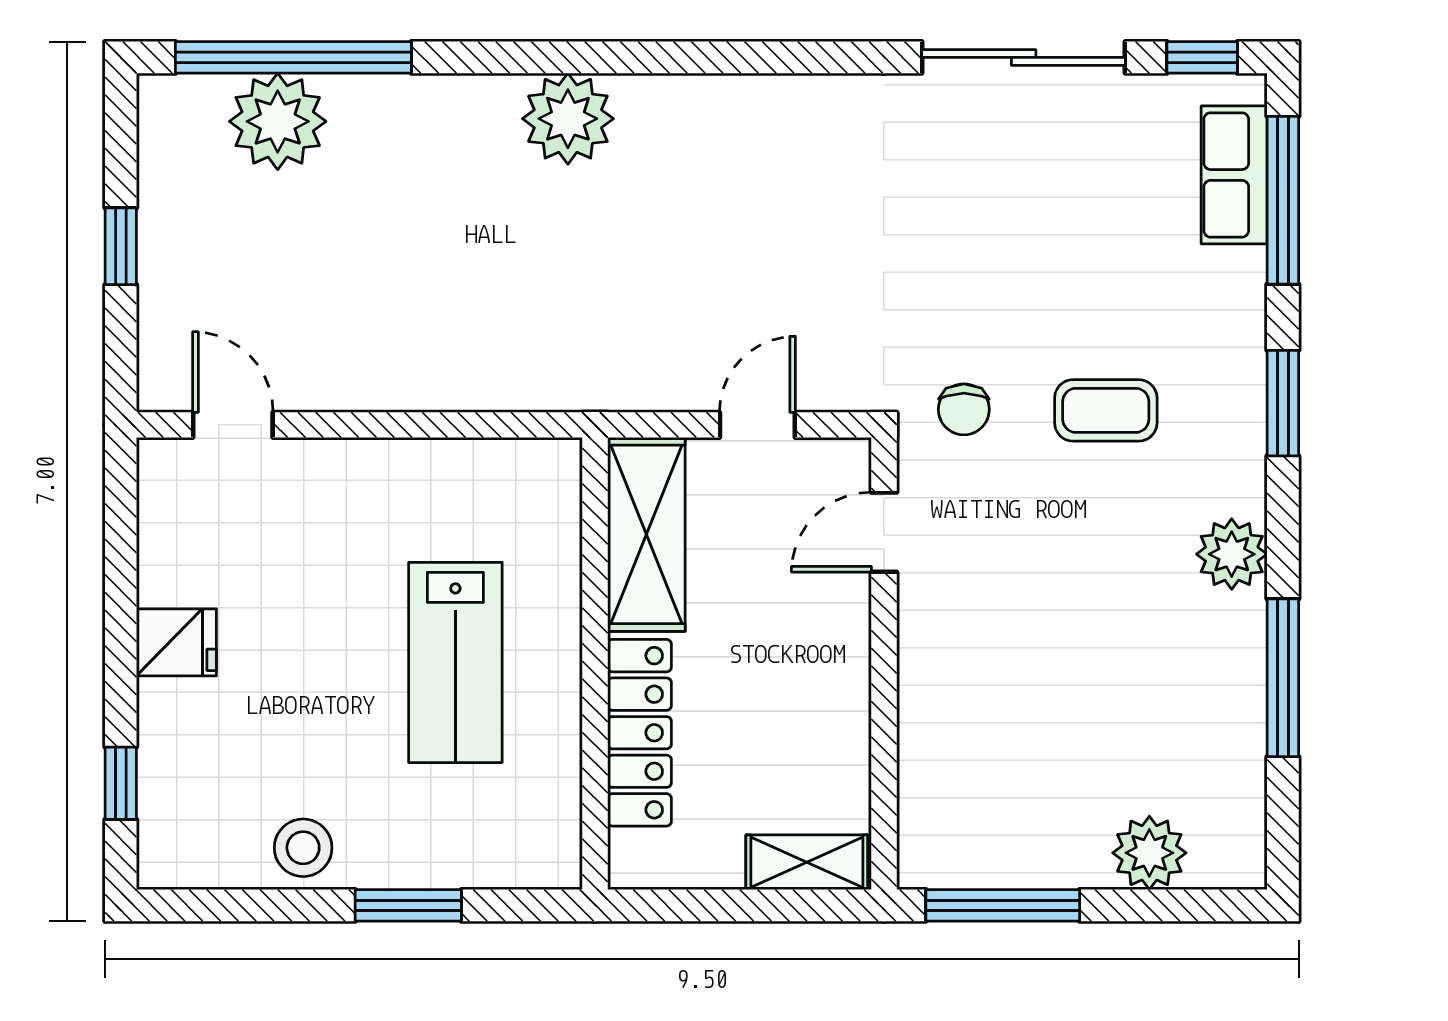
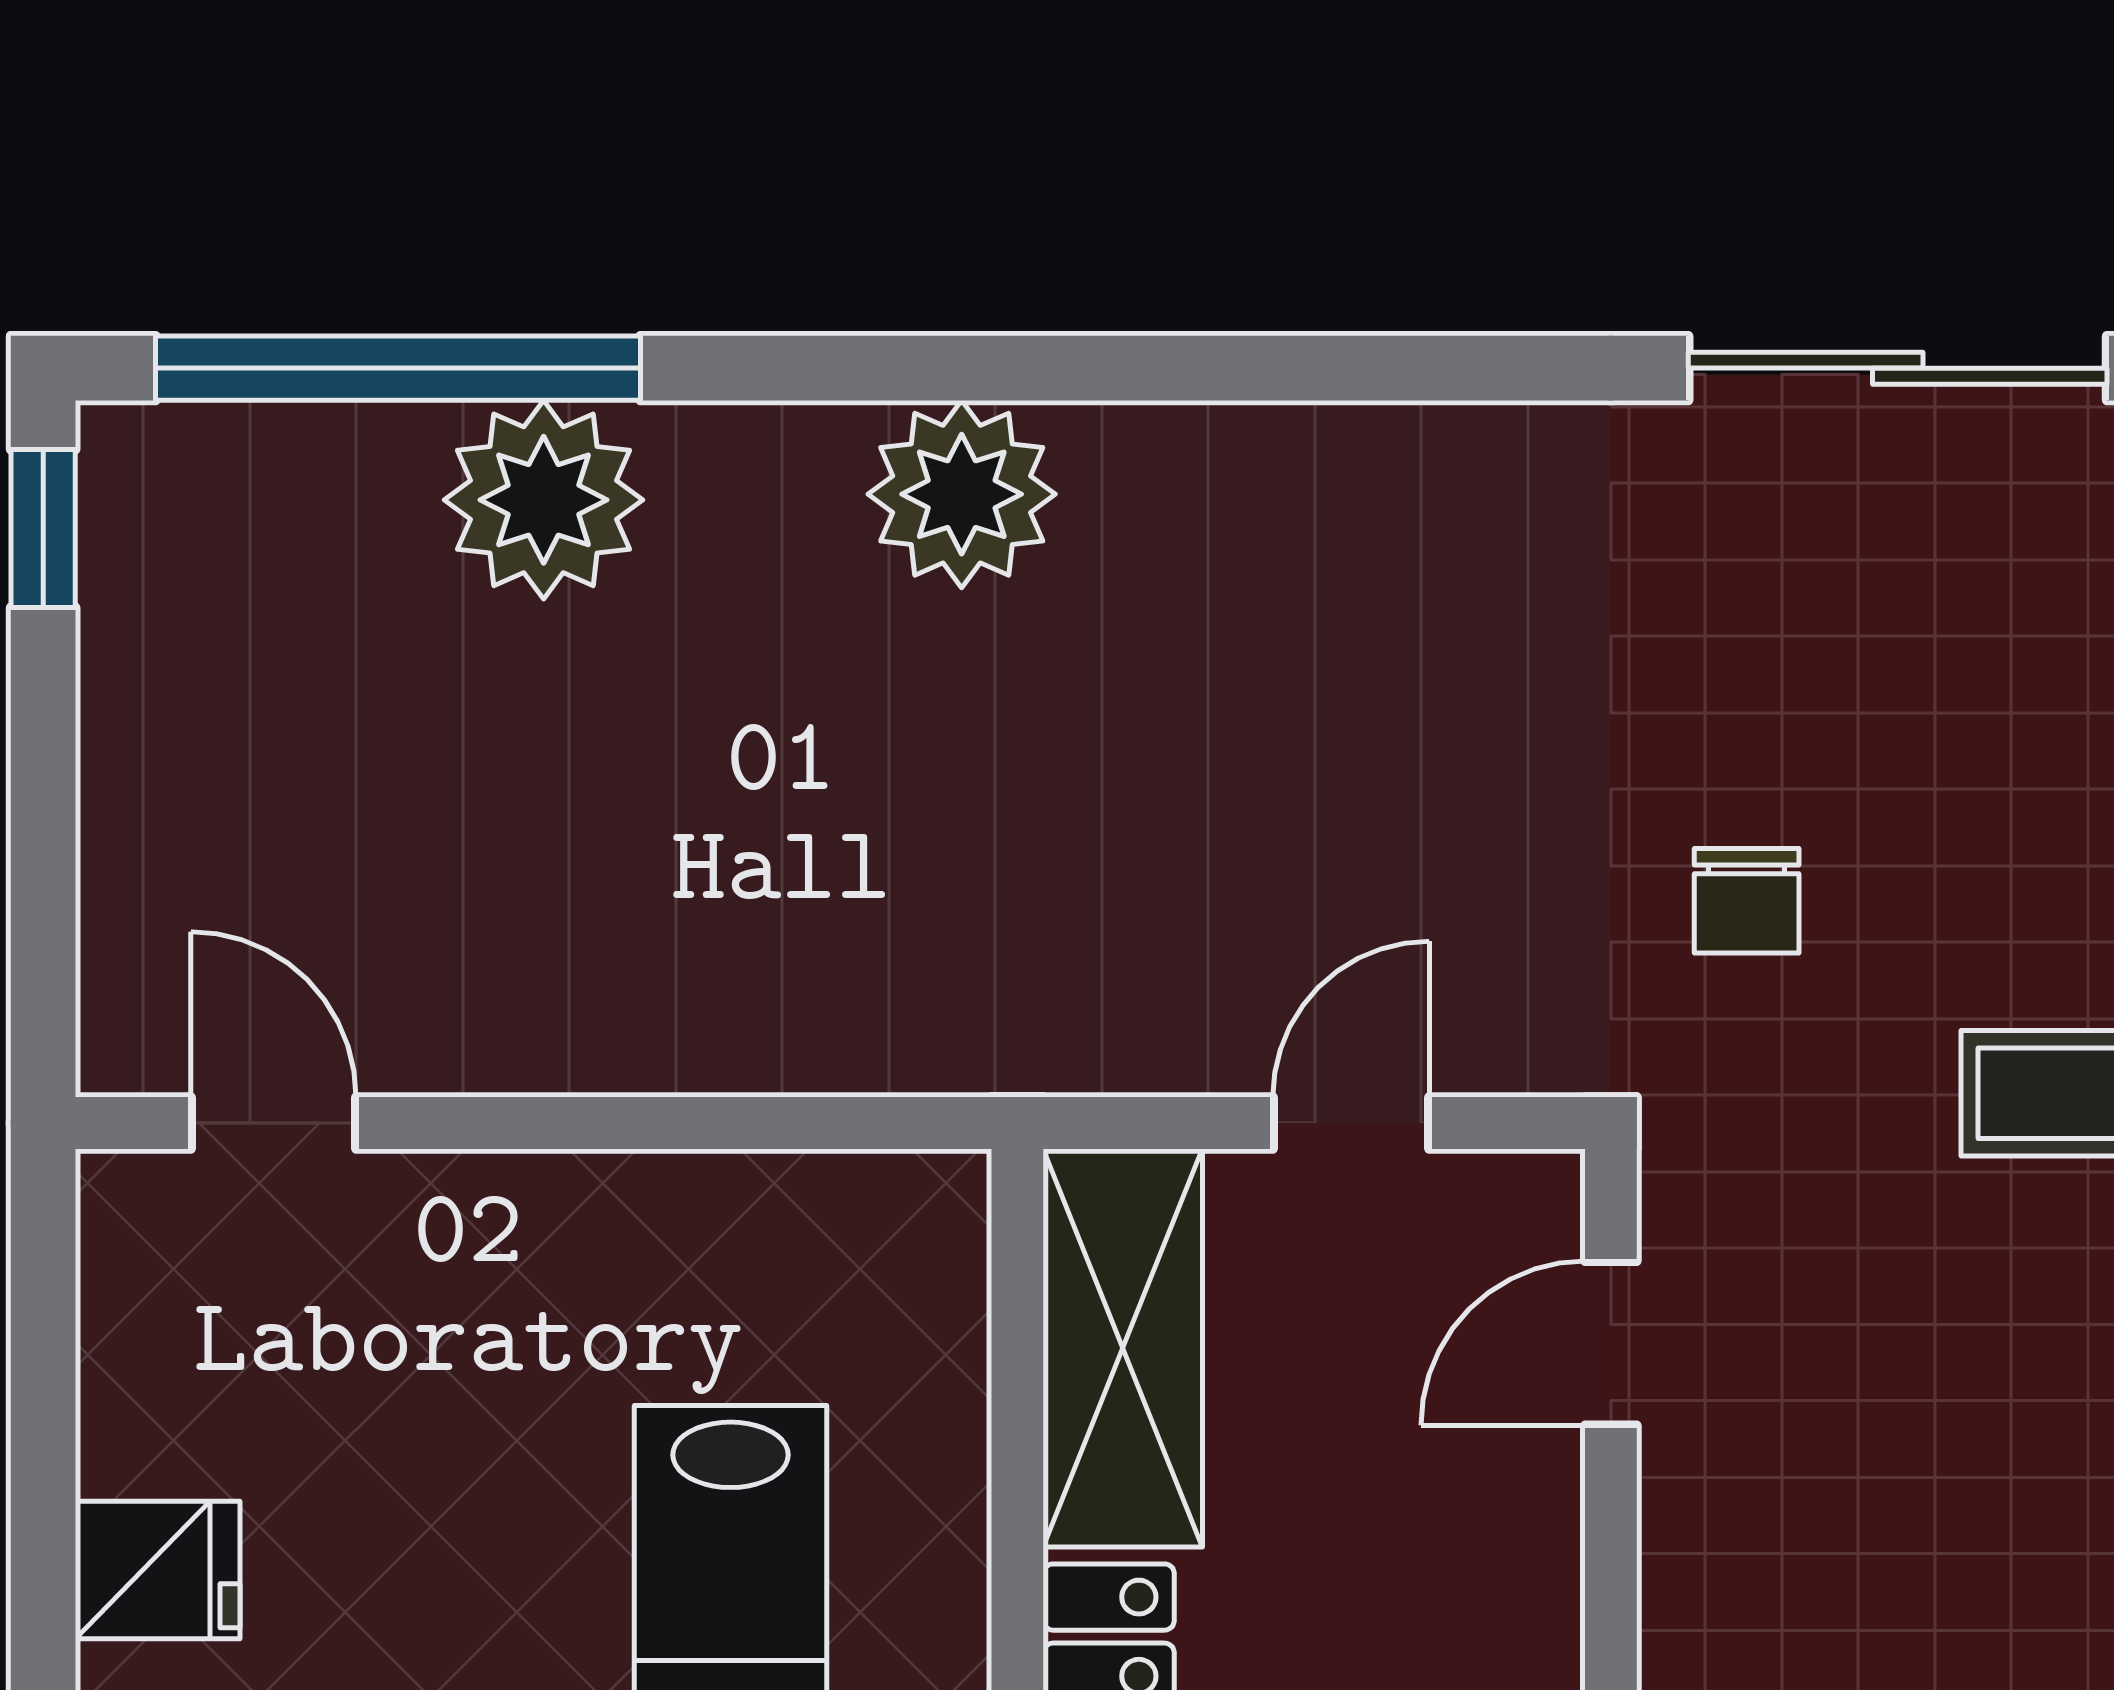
plant: (278, 121) -> (544, 500), moved
window: (121, 246) -> (43, 529), moved
chair: (964, 409) -> (1747, 901), moved

